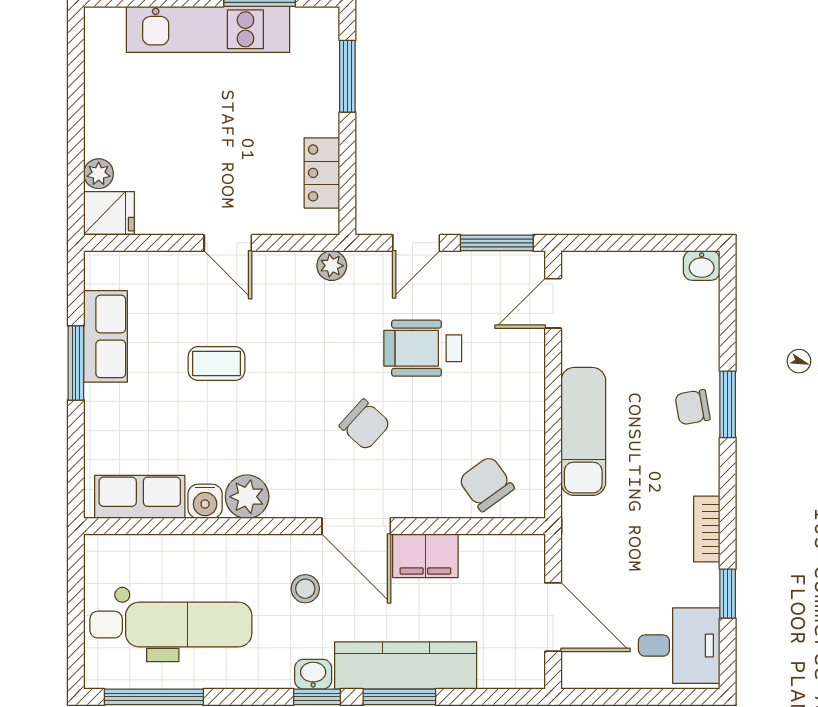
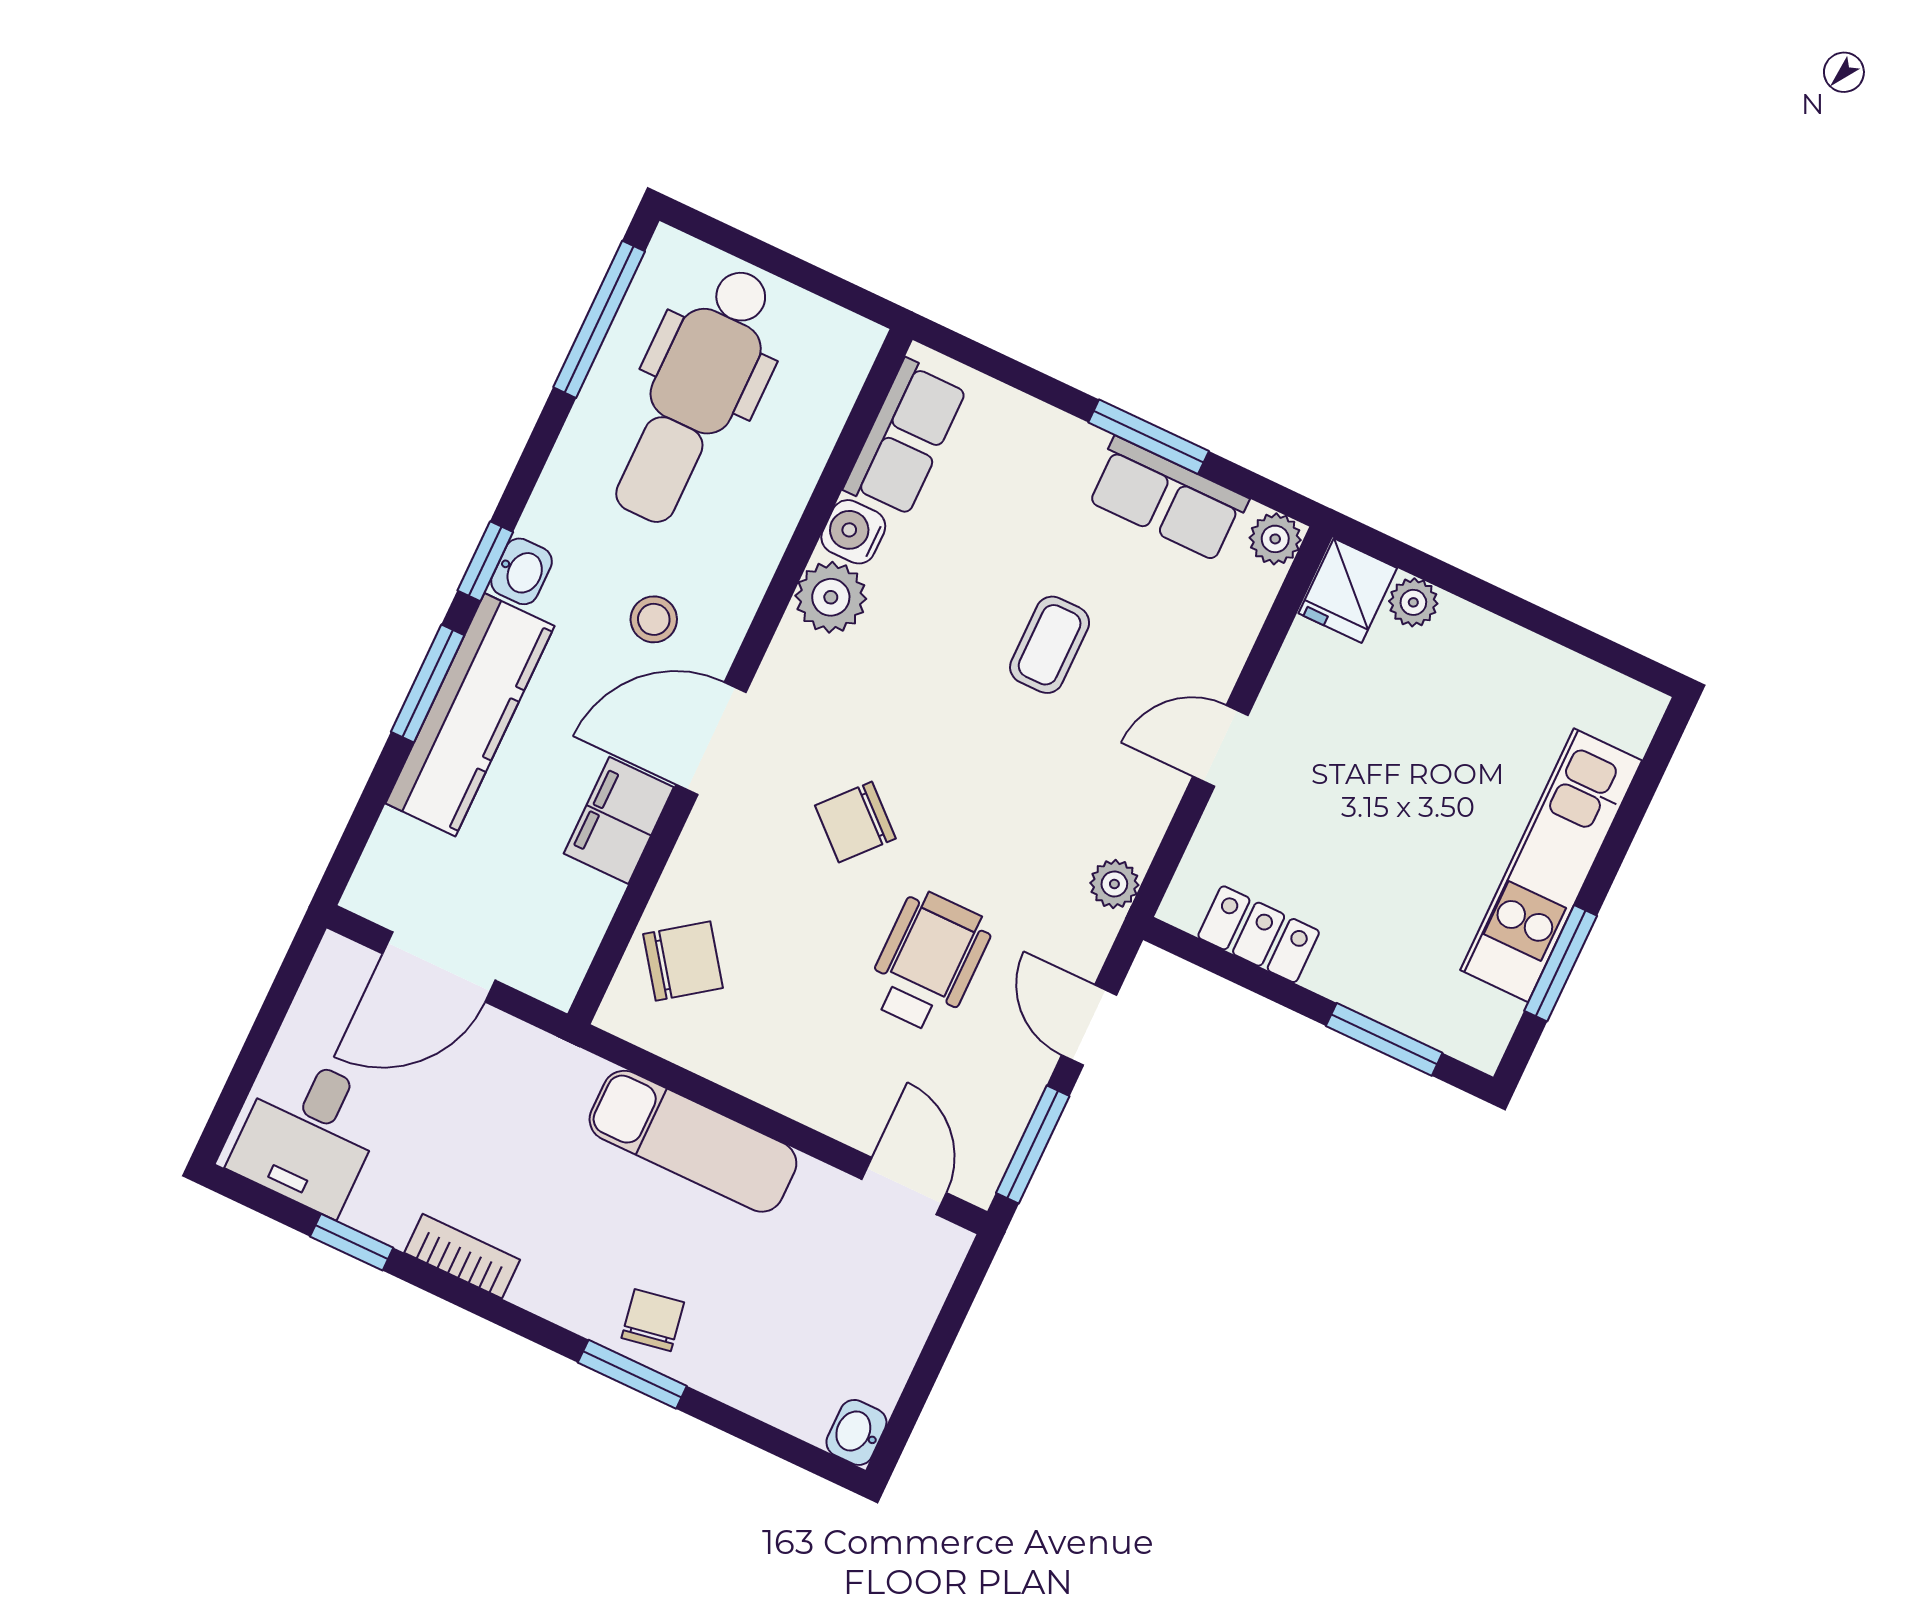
plant: (99, 266) -> (1275, 539), added

